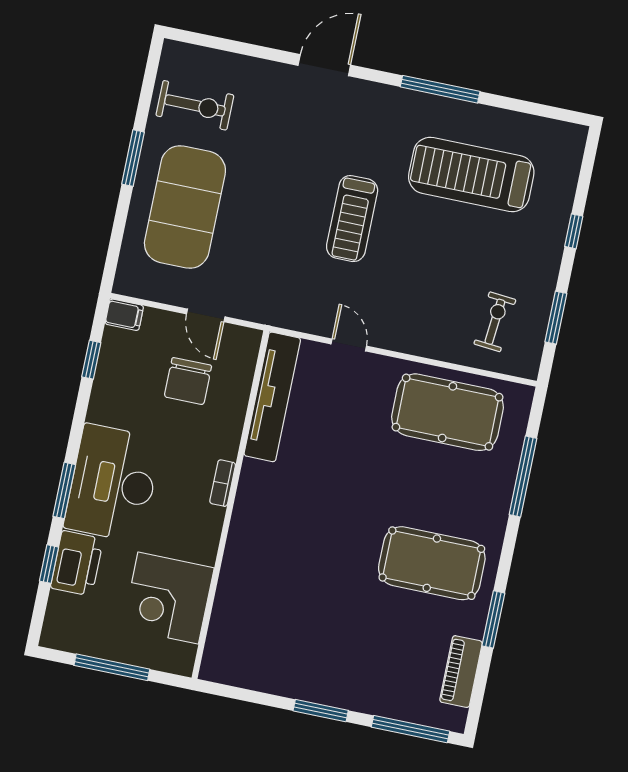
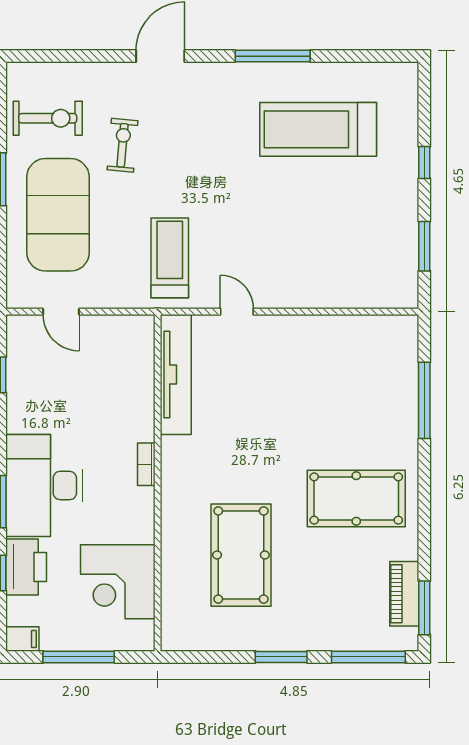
treadmill: (352, 219) -> (170, 258), moved, turned 180
filing cabinet: (124, 315) -> (22, 639), moved
door: (206, 315) -> (61, 312), moved
exercise bike: (495, 322) -> (122, 145), moved
chair: (188, 381) -> (94, 376), removed
pool table: (447, 412) -> (241, 555), moved, turned 90
window: (493, 619) -> (424, 608), moved

